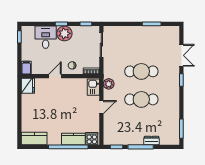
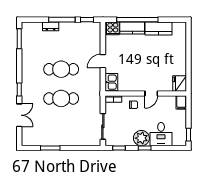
double door: (181, 55) -> (19, 115), swing flipped
plant: (109, 84) -> (95, 85), removed
kitchen counter: (34, 139) -> (159, 28), moved

